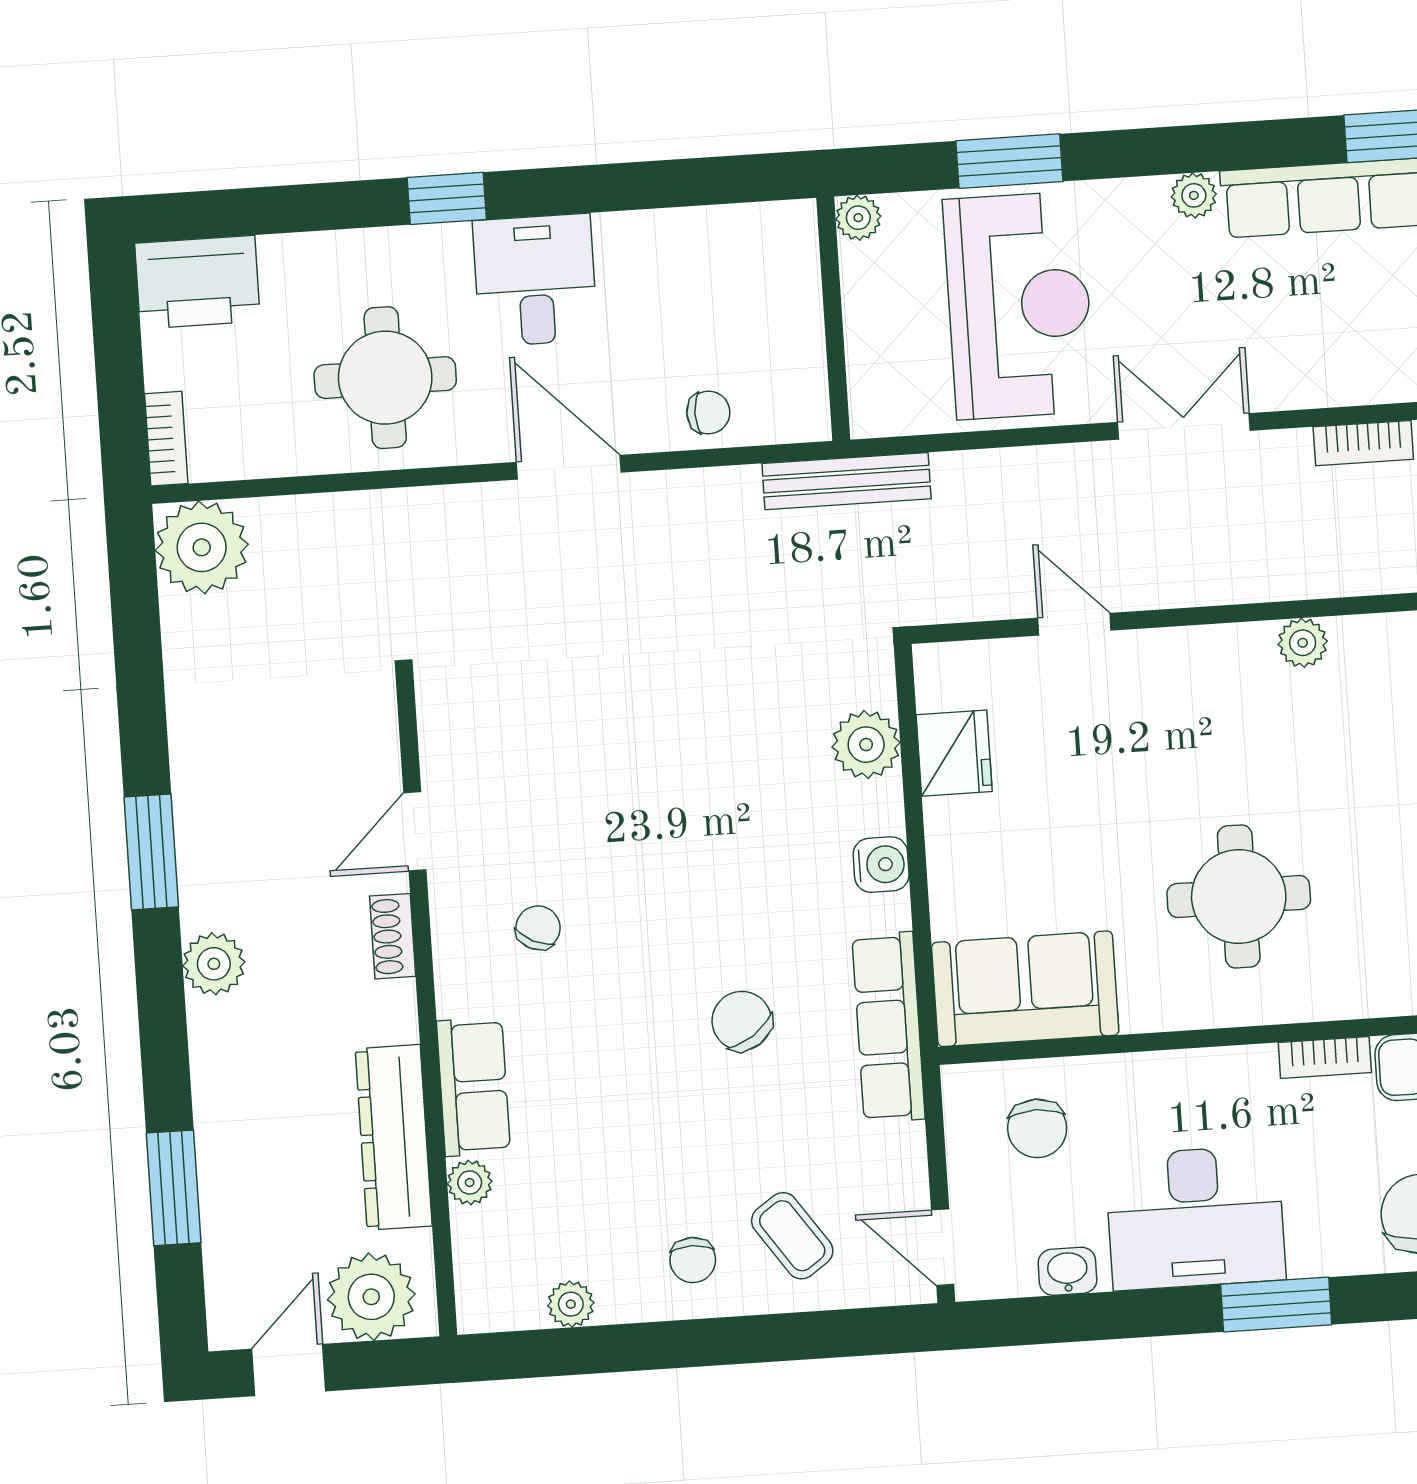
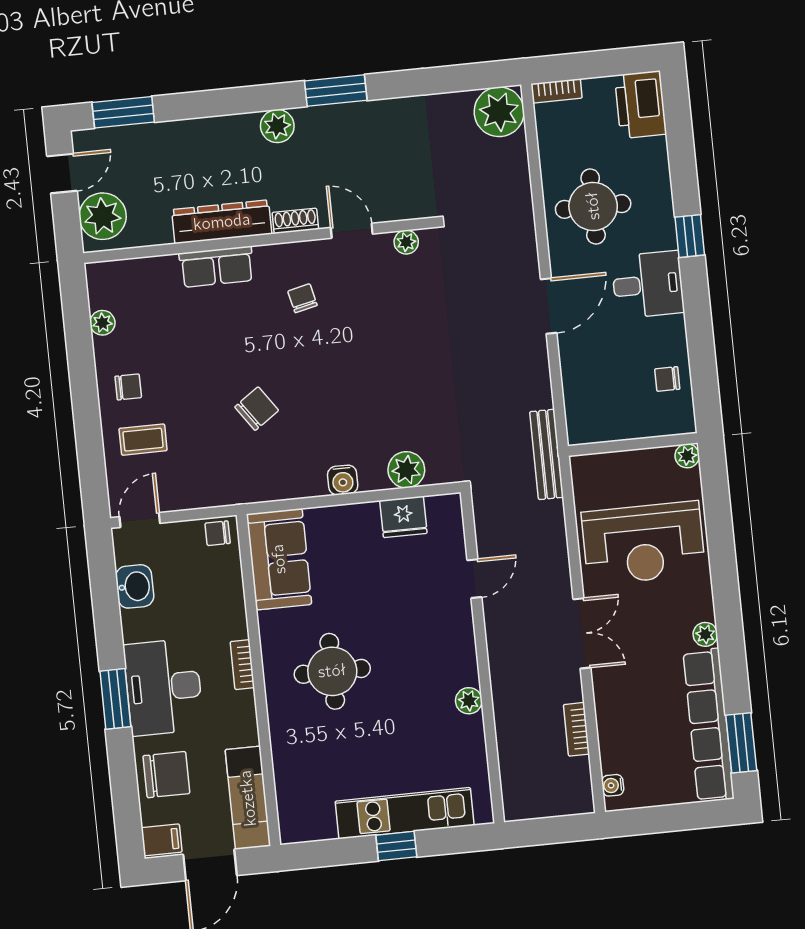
window: (1009, 161) -> (720, 535), removed
chair: (708, 412) -> (667, 379), moved, turned 90
chair: (538, 928) -> (303, 298), turned -129
row of seats: (889, 1027) -> (256, 487), removed
bookcase: (1325, 1057) -> (242, 665), moved
chair: (1037, 1128) -> (218, 533), moved, width x0.73, depth x0.73
dresser: (394, 1137) -> (222, 222), moved
plant: (470, 1183) -> (406, 242), moved
window: (174, 1188) -> (123, 112), moved
desk: (1195, 1218) -> (163, 687), moved
coffee table: (792, 1236) -> (143, 440), turned 35
chair: (693, 1260) -> (128, 387), turned 180
washbasin: (1067, 1271) -> (135, 586), width x1.38, depth x1.45
door: (289, 1370) -> (62, 174), hinge flipped

